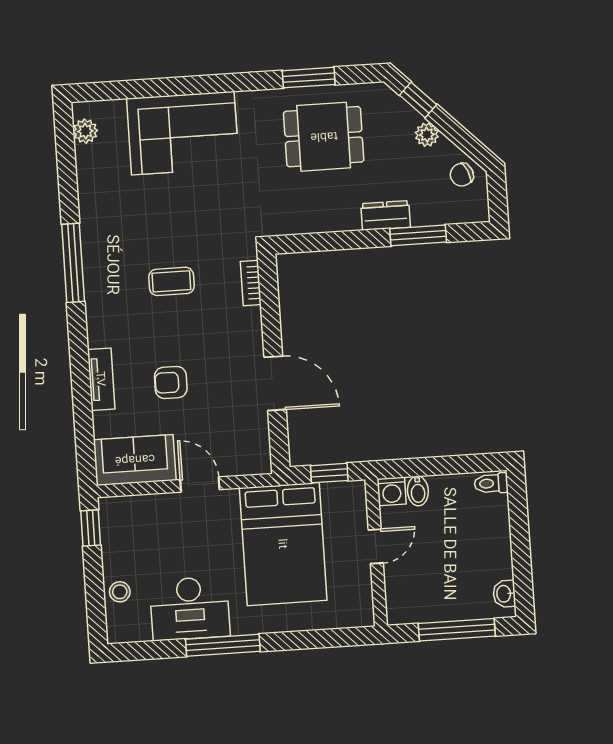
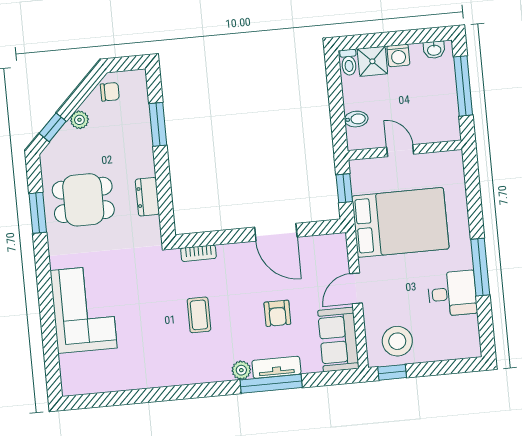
plant: (85, 131) -> (241, 370), moved
dining table: (324, 137) -> (83, 200), turned 90
chair: (462, 175) -> (110, 92), turned -66
dresser: (386, 215) -> (147, 197), moved
window: (73, 263) -> (271, 384), moved
door: (275, 383) -> (276, 232), swing flipped
washing machine: (392, 491) -> (398, 55), moved, turned 90
shower: (492, 514) -> (372, 61), added
stool: (120, 592) -> (397, 341), moved, width x1.89, depth x1.89
desk: (190, 608) -> (452, 294), width x0.73

